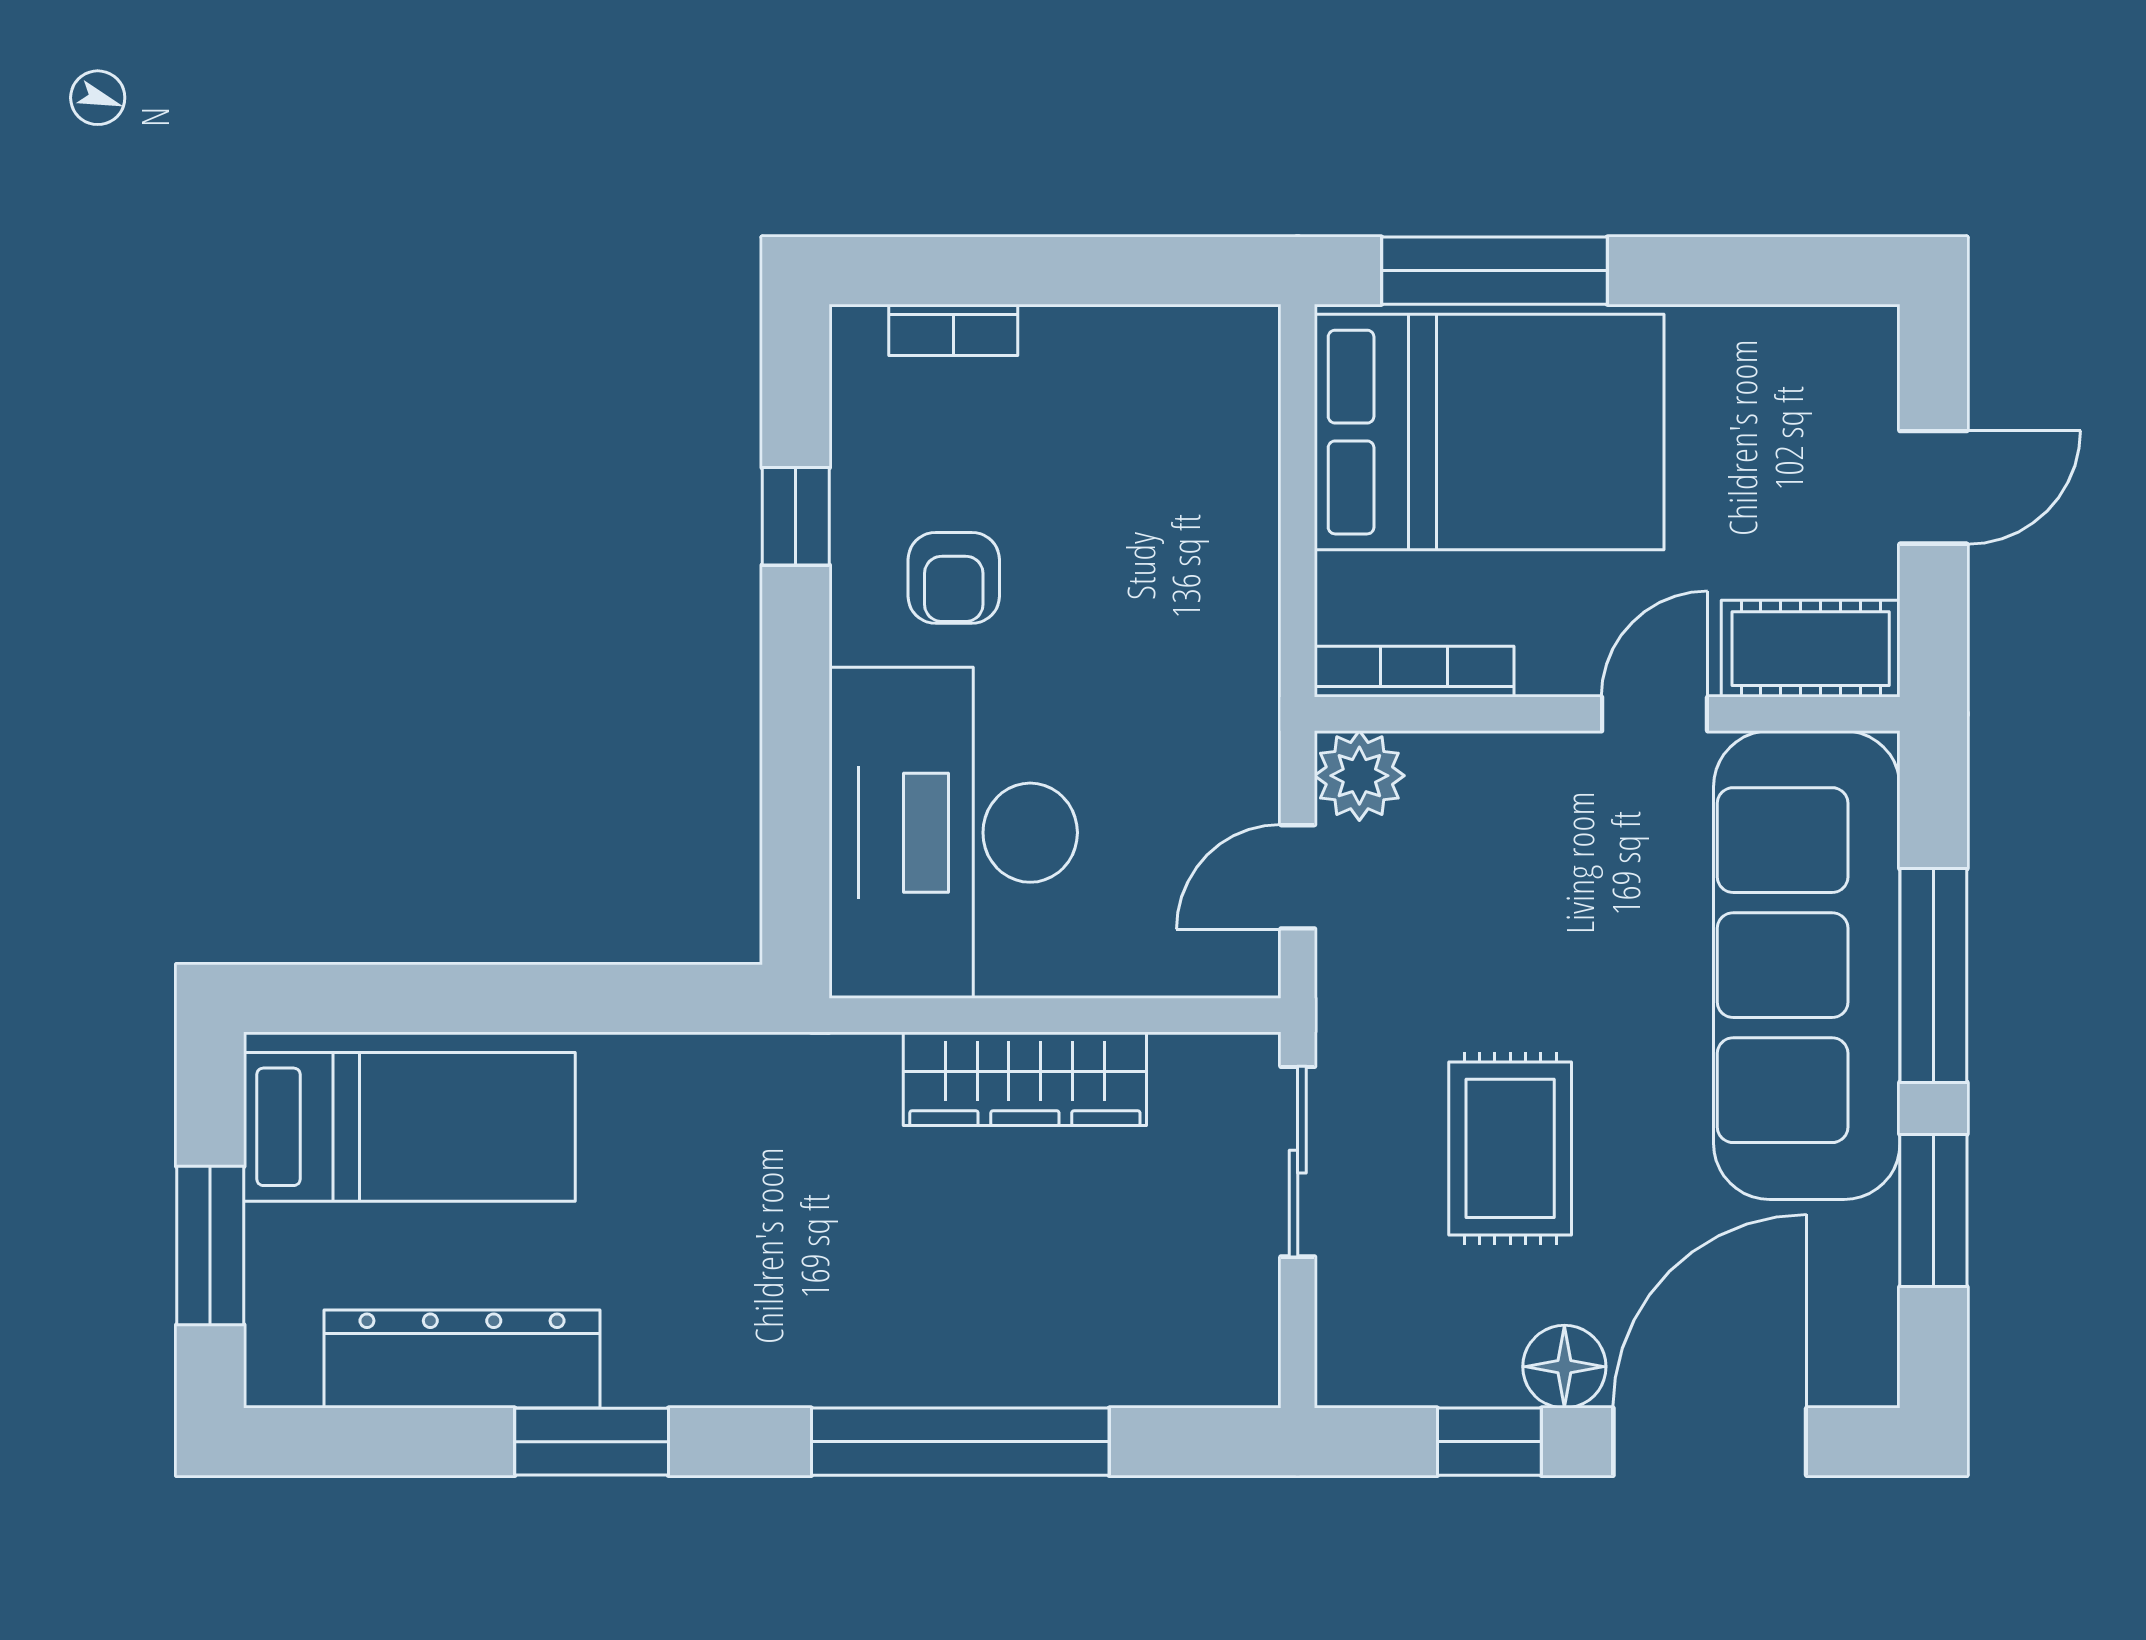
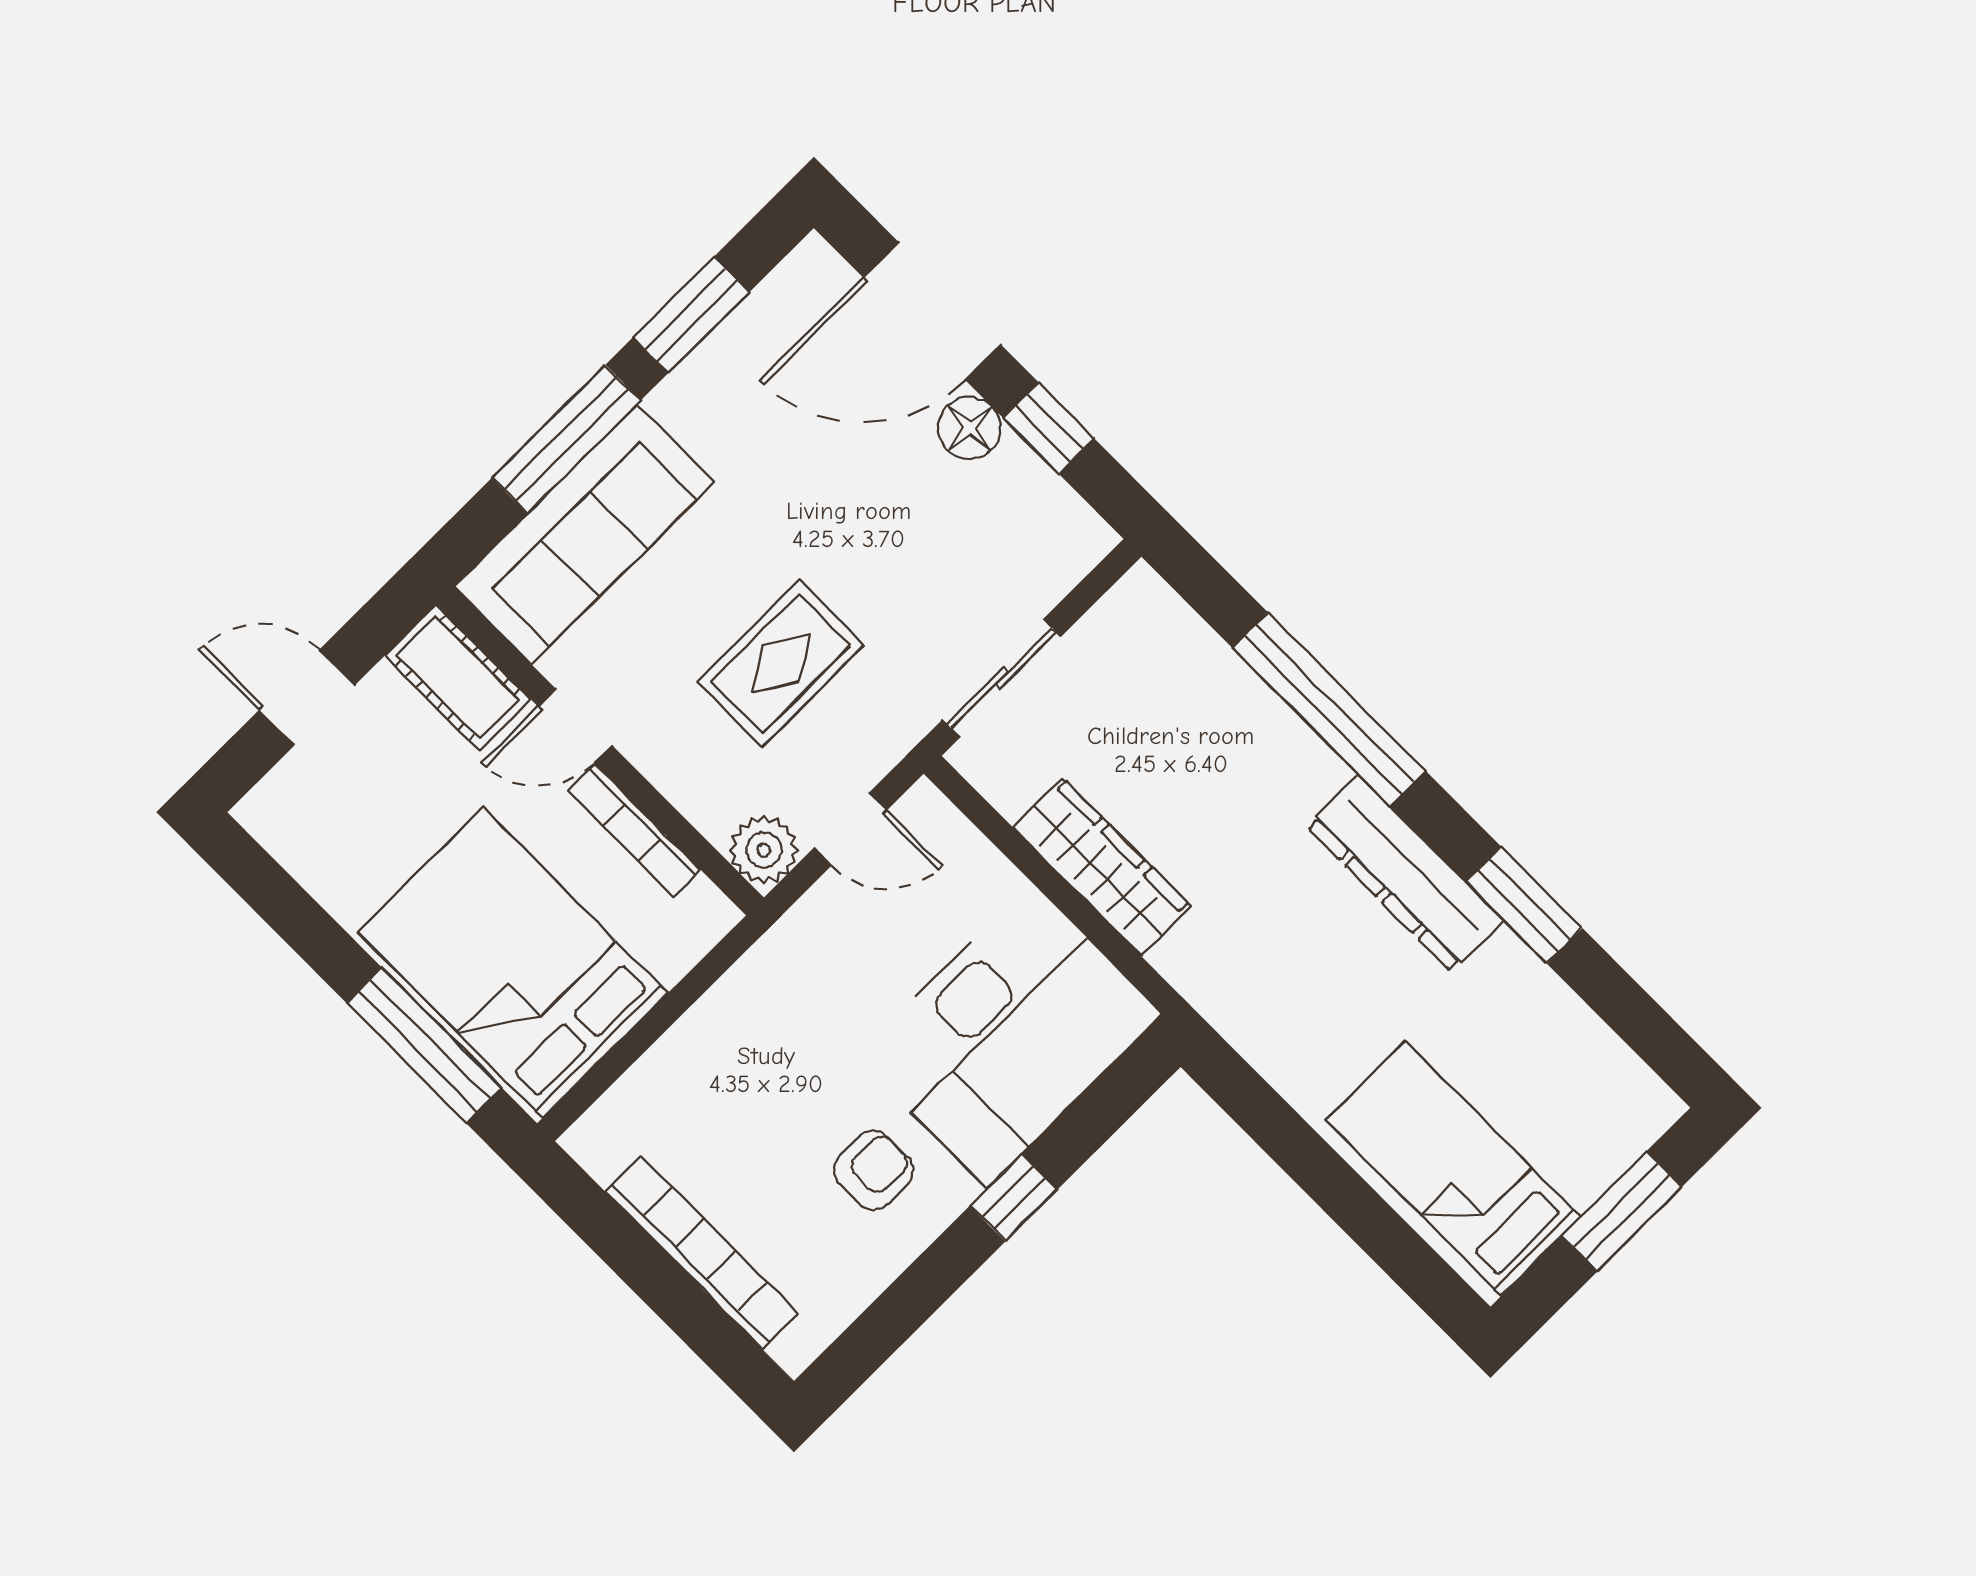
bookcase: (953, 330) -> (702, 1252), width x2.31, depth x1.31
window: (796, 516) -> (1014, 1198), moved
bookcase: (1414, 672) -> (634, 830), moved
sofa: (1807, 965) -> (584, 534), width x0.74, depth x0.79
rug: (1510, 1148) -> (781, 663), moved
dresser: (462, 1359) -> (1405, 873), moved

